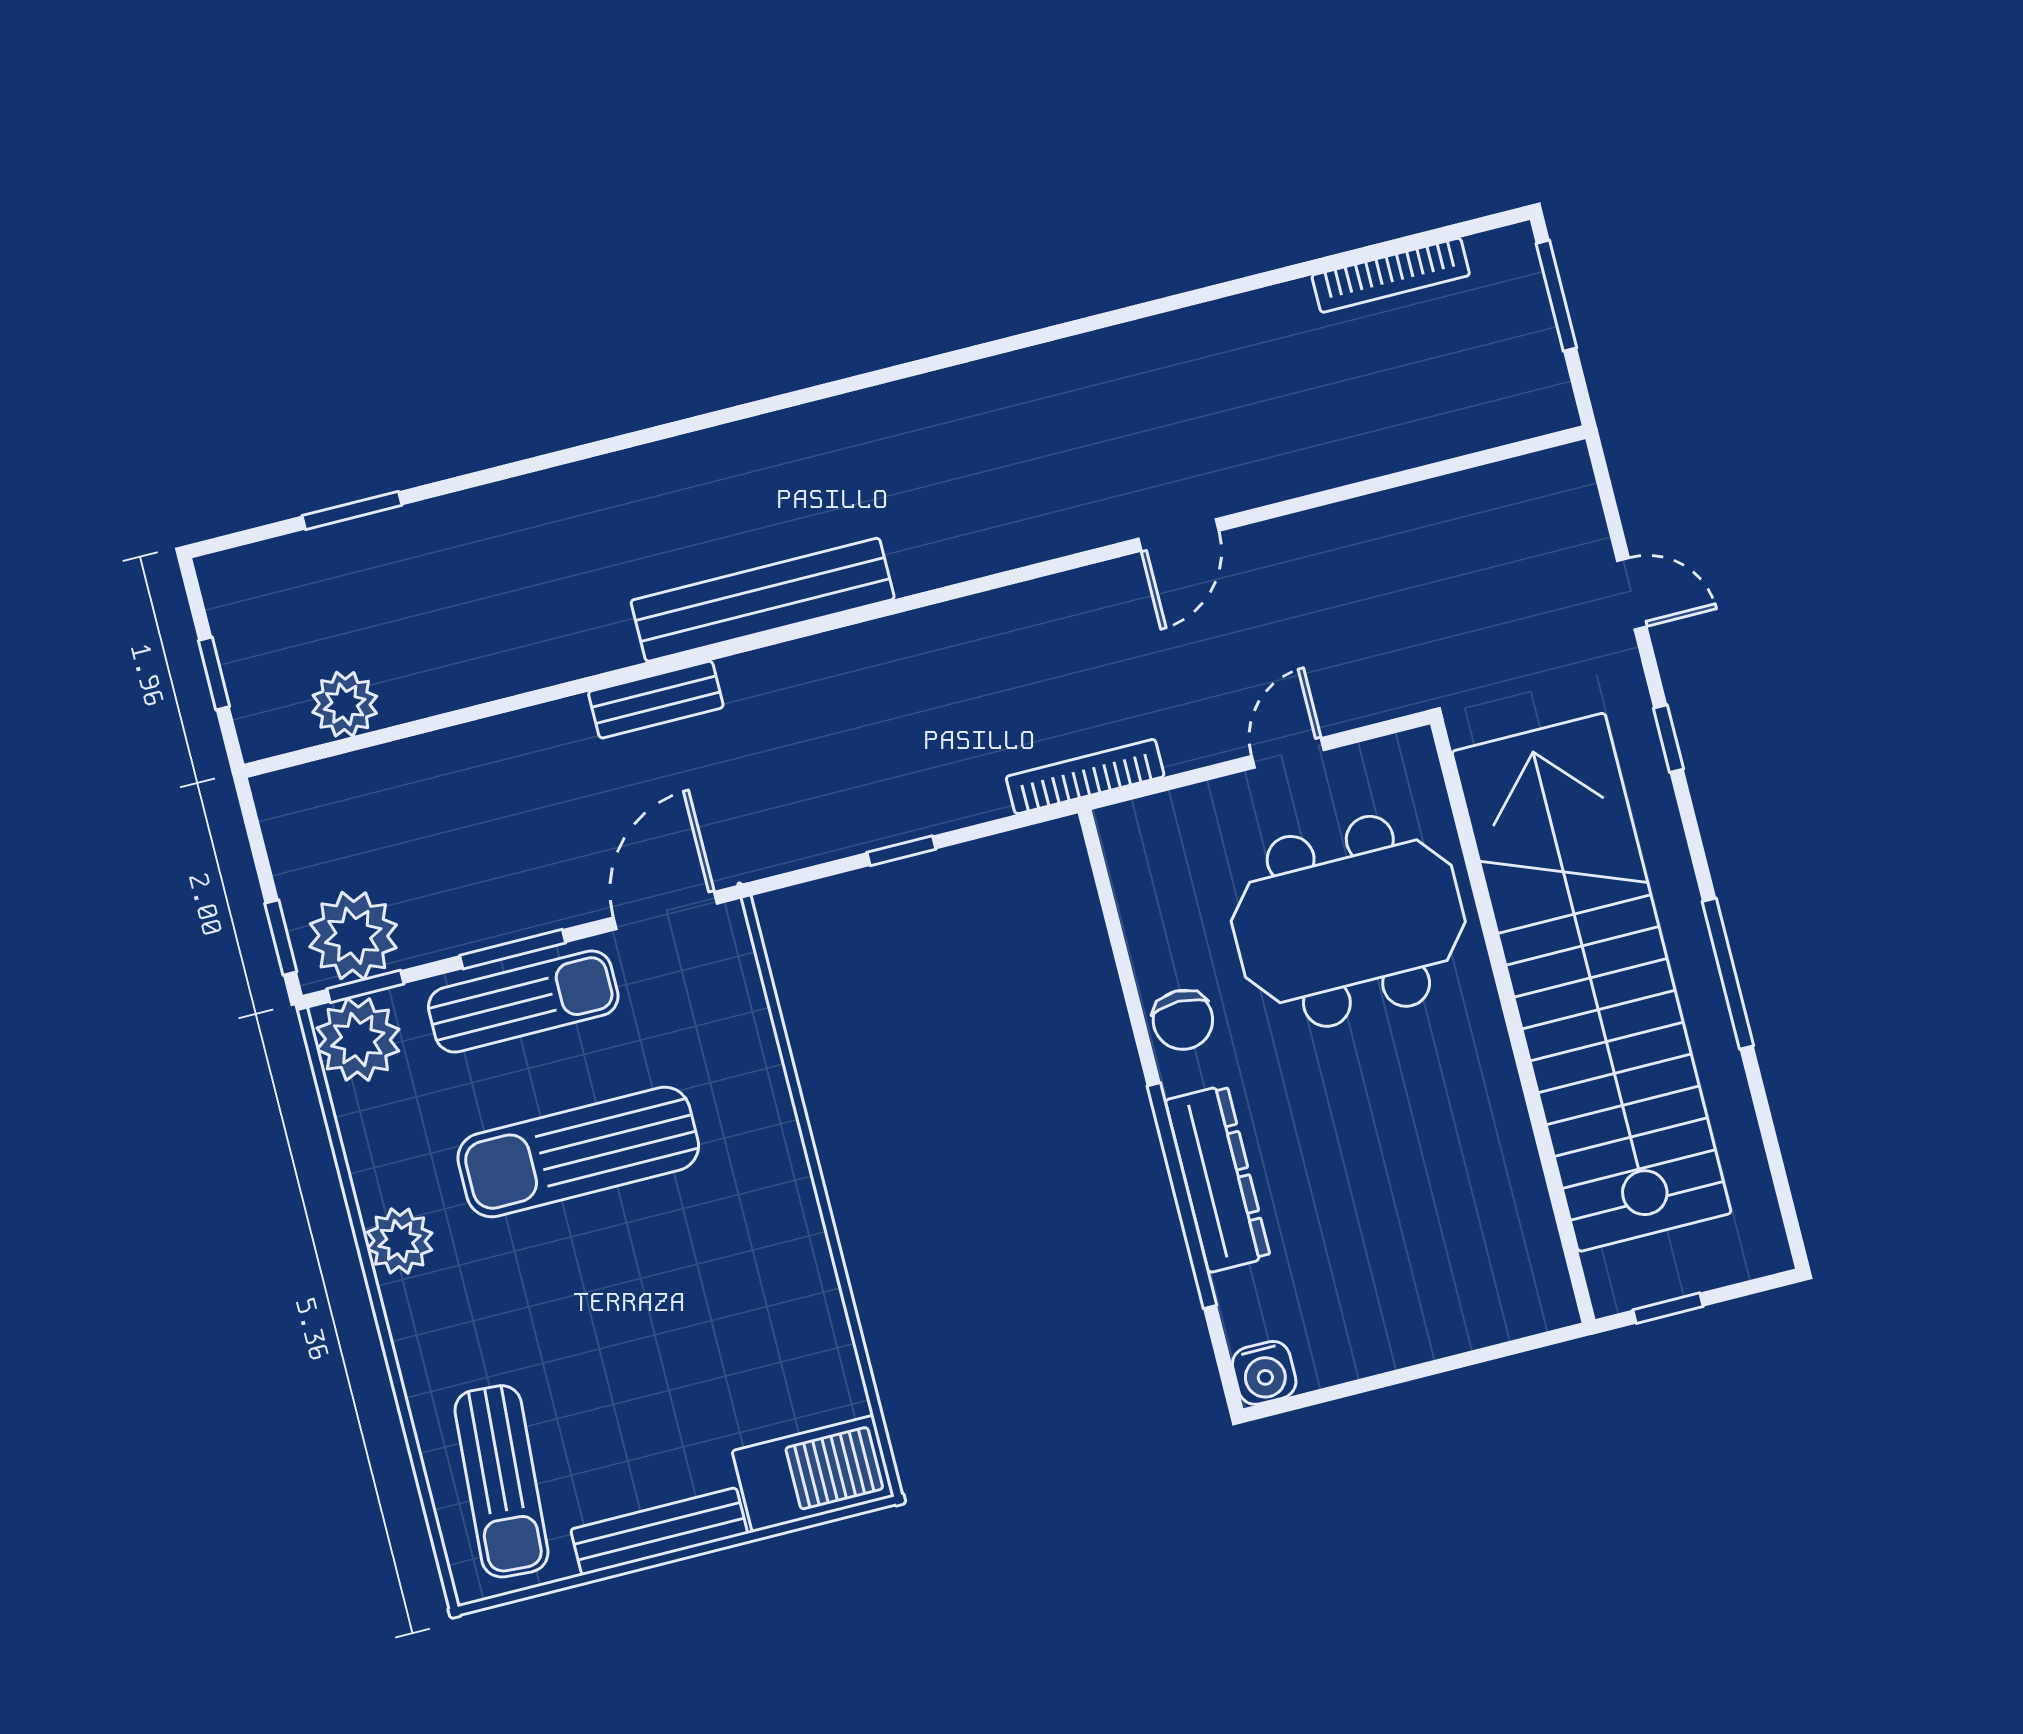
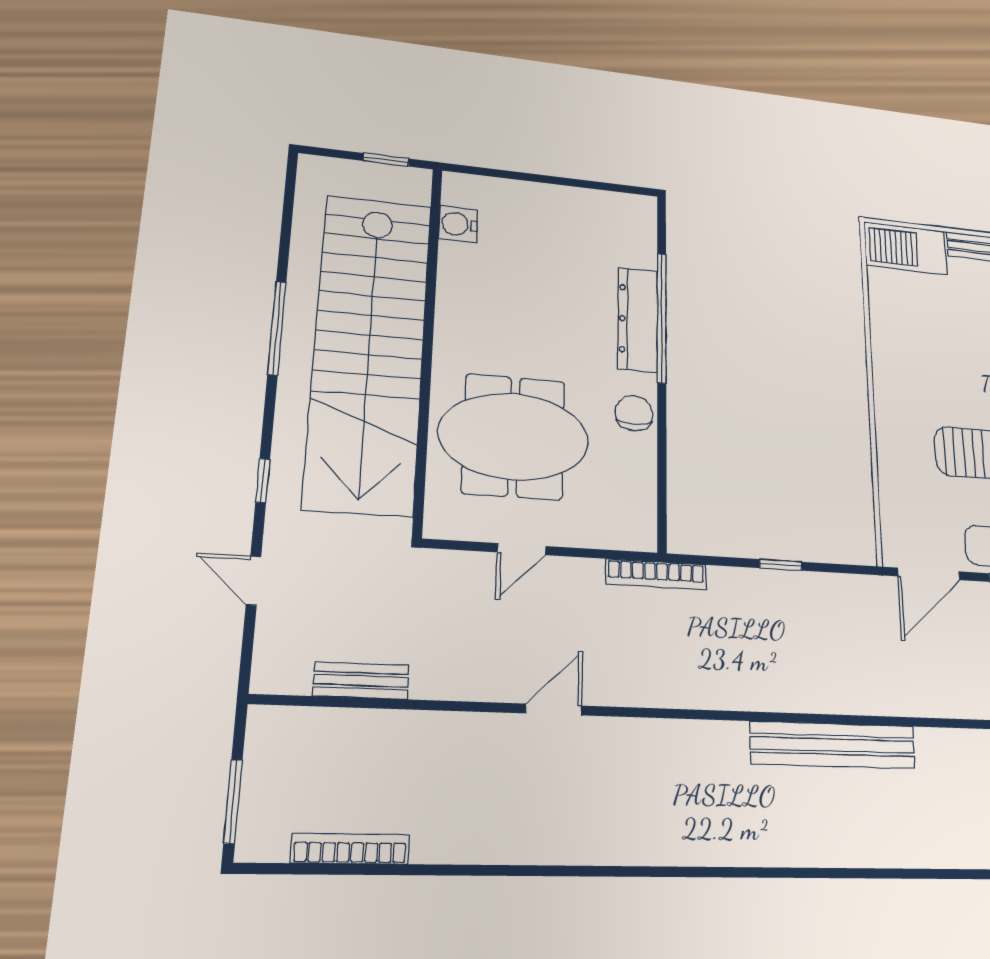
bench: (656, 700) -> (361, 681), moved
water cooler: (1264, 1373) -> (458, 224), moved, turned -90

